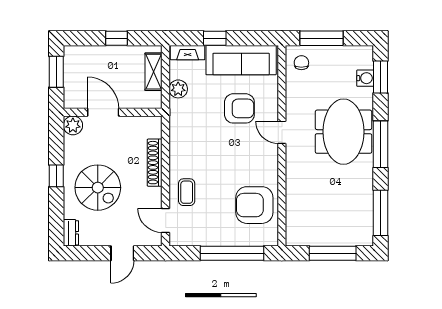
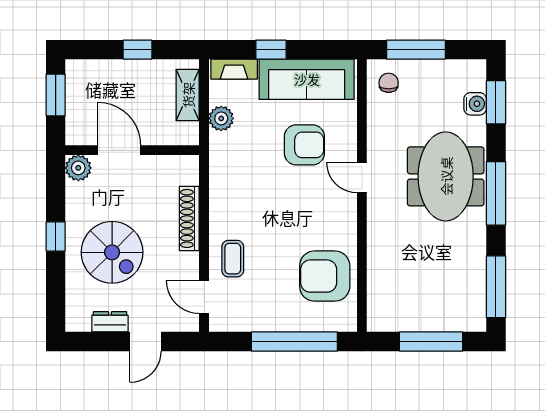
dresser: (71, 233) -> (110, 322), moved, turned -90

